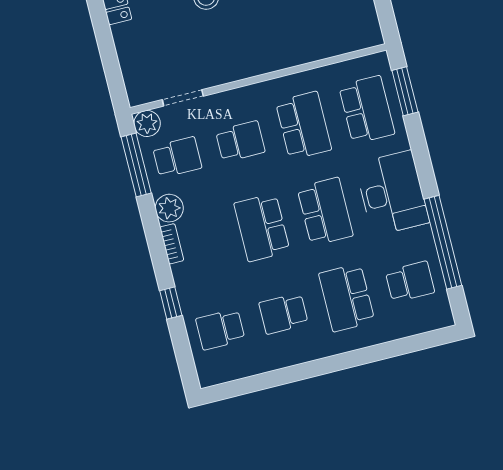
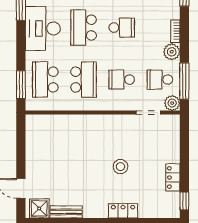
school desk: (303, 126) -> (84, 80), turned 180
school desk: (262, 227) -> (122, 28), width x0.54

